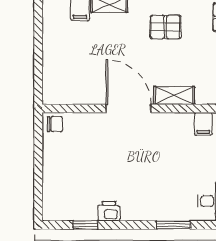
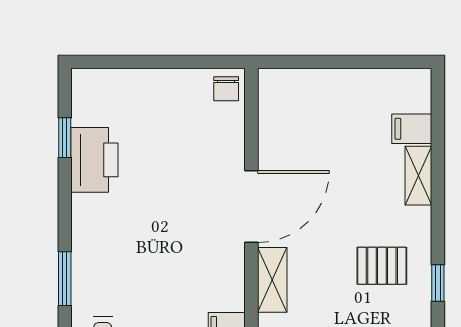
pallet: (165, 27) -> (382, 266), turned 90
printer: (109, 211) -> (94, 160), width x1.87, depth x1.48

